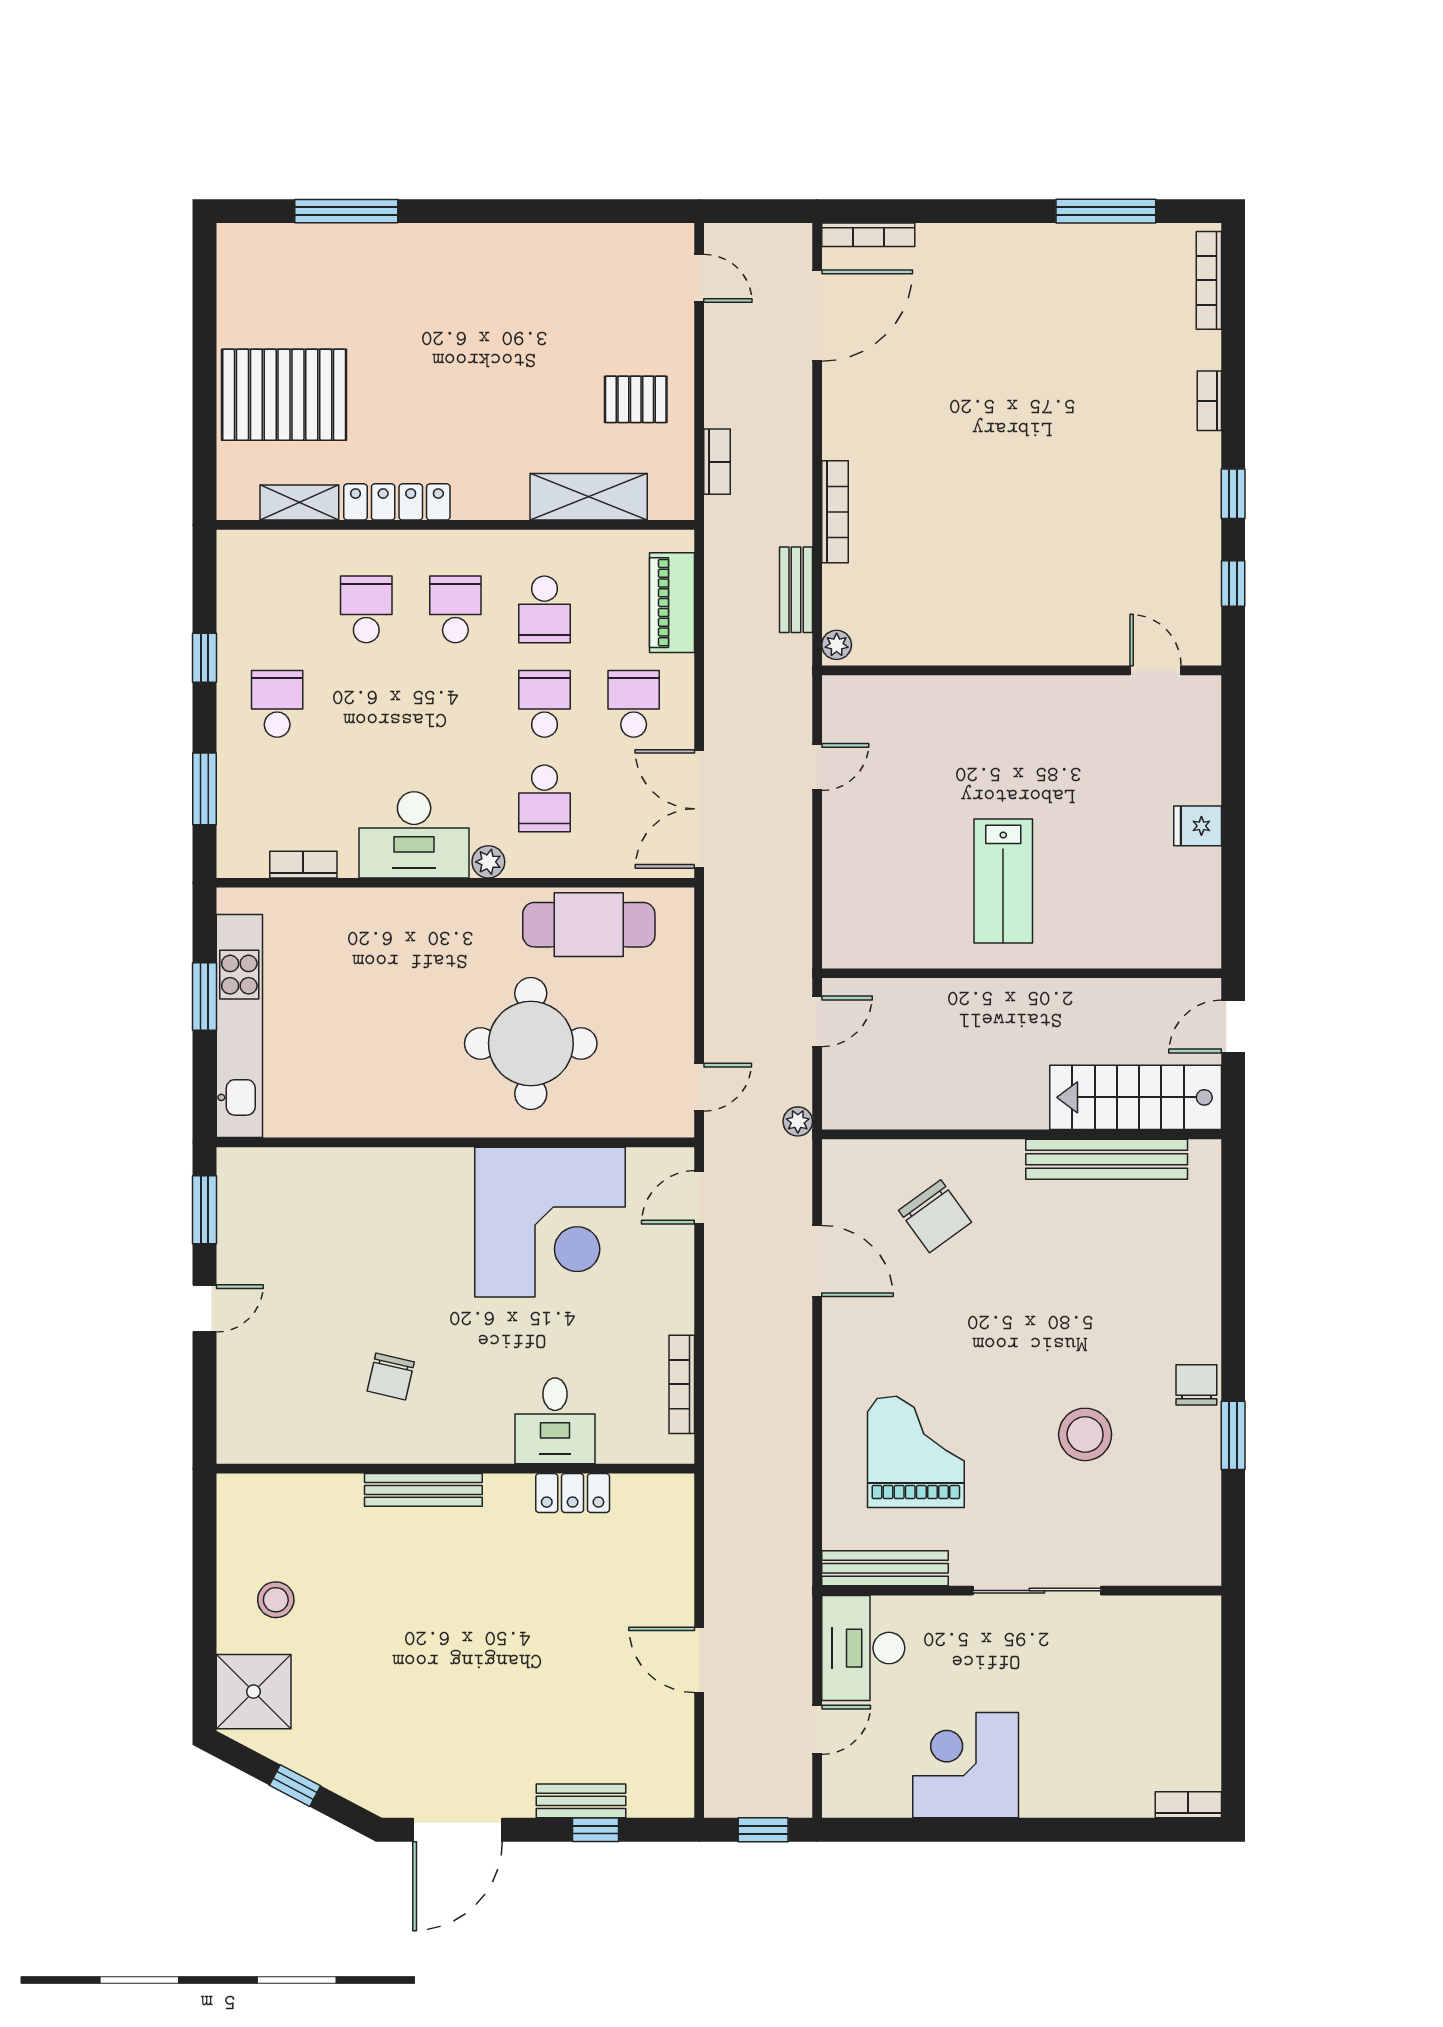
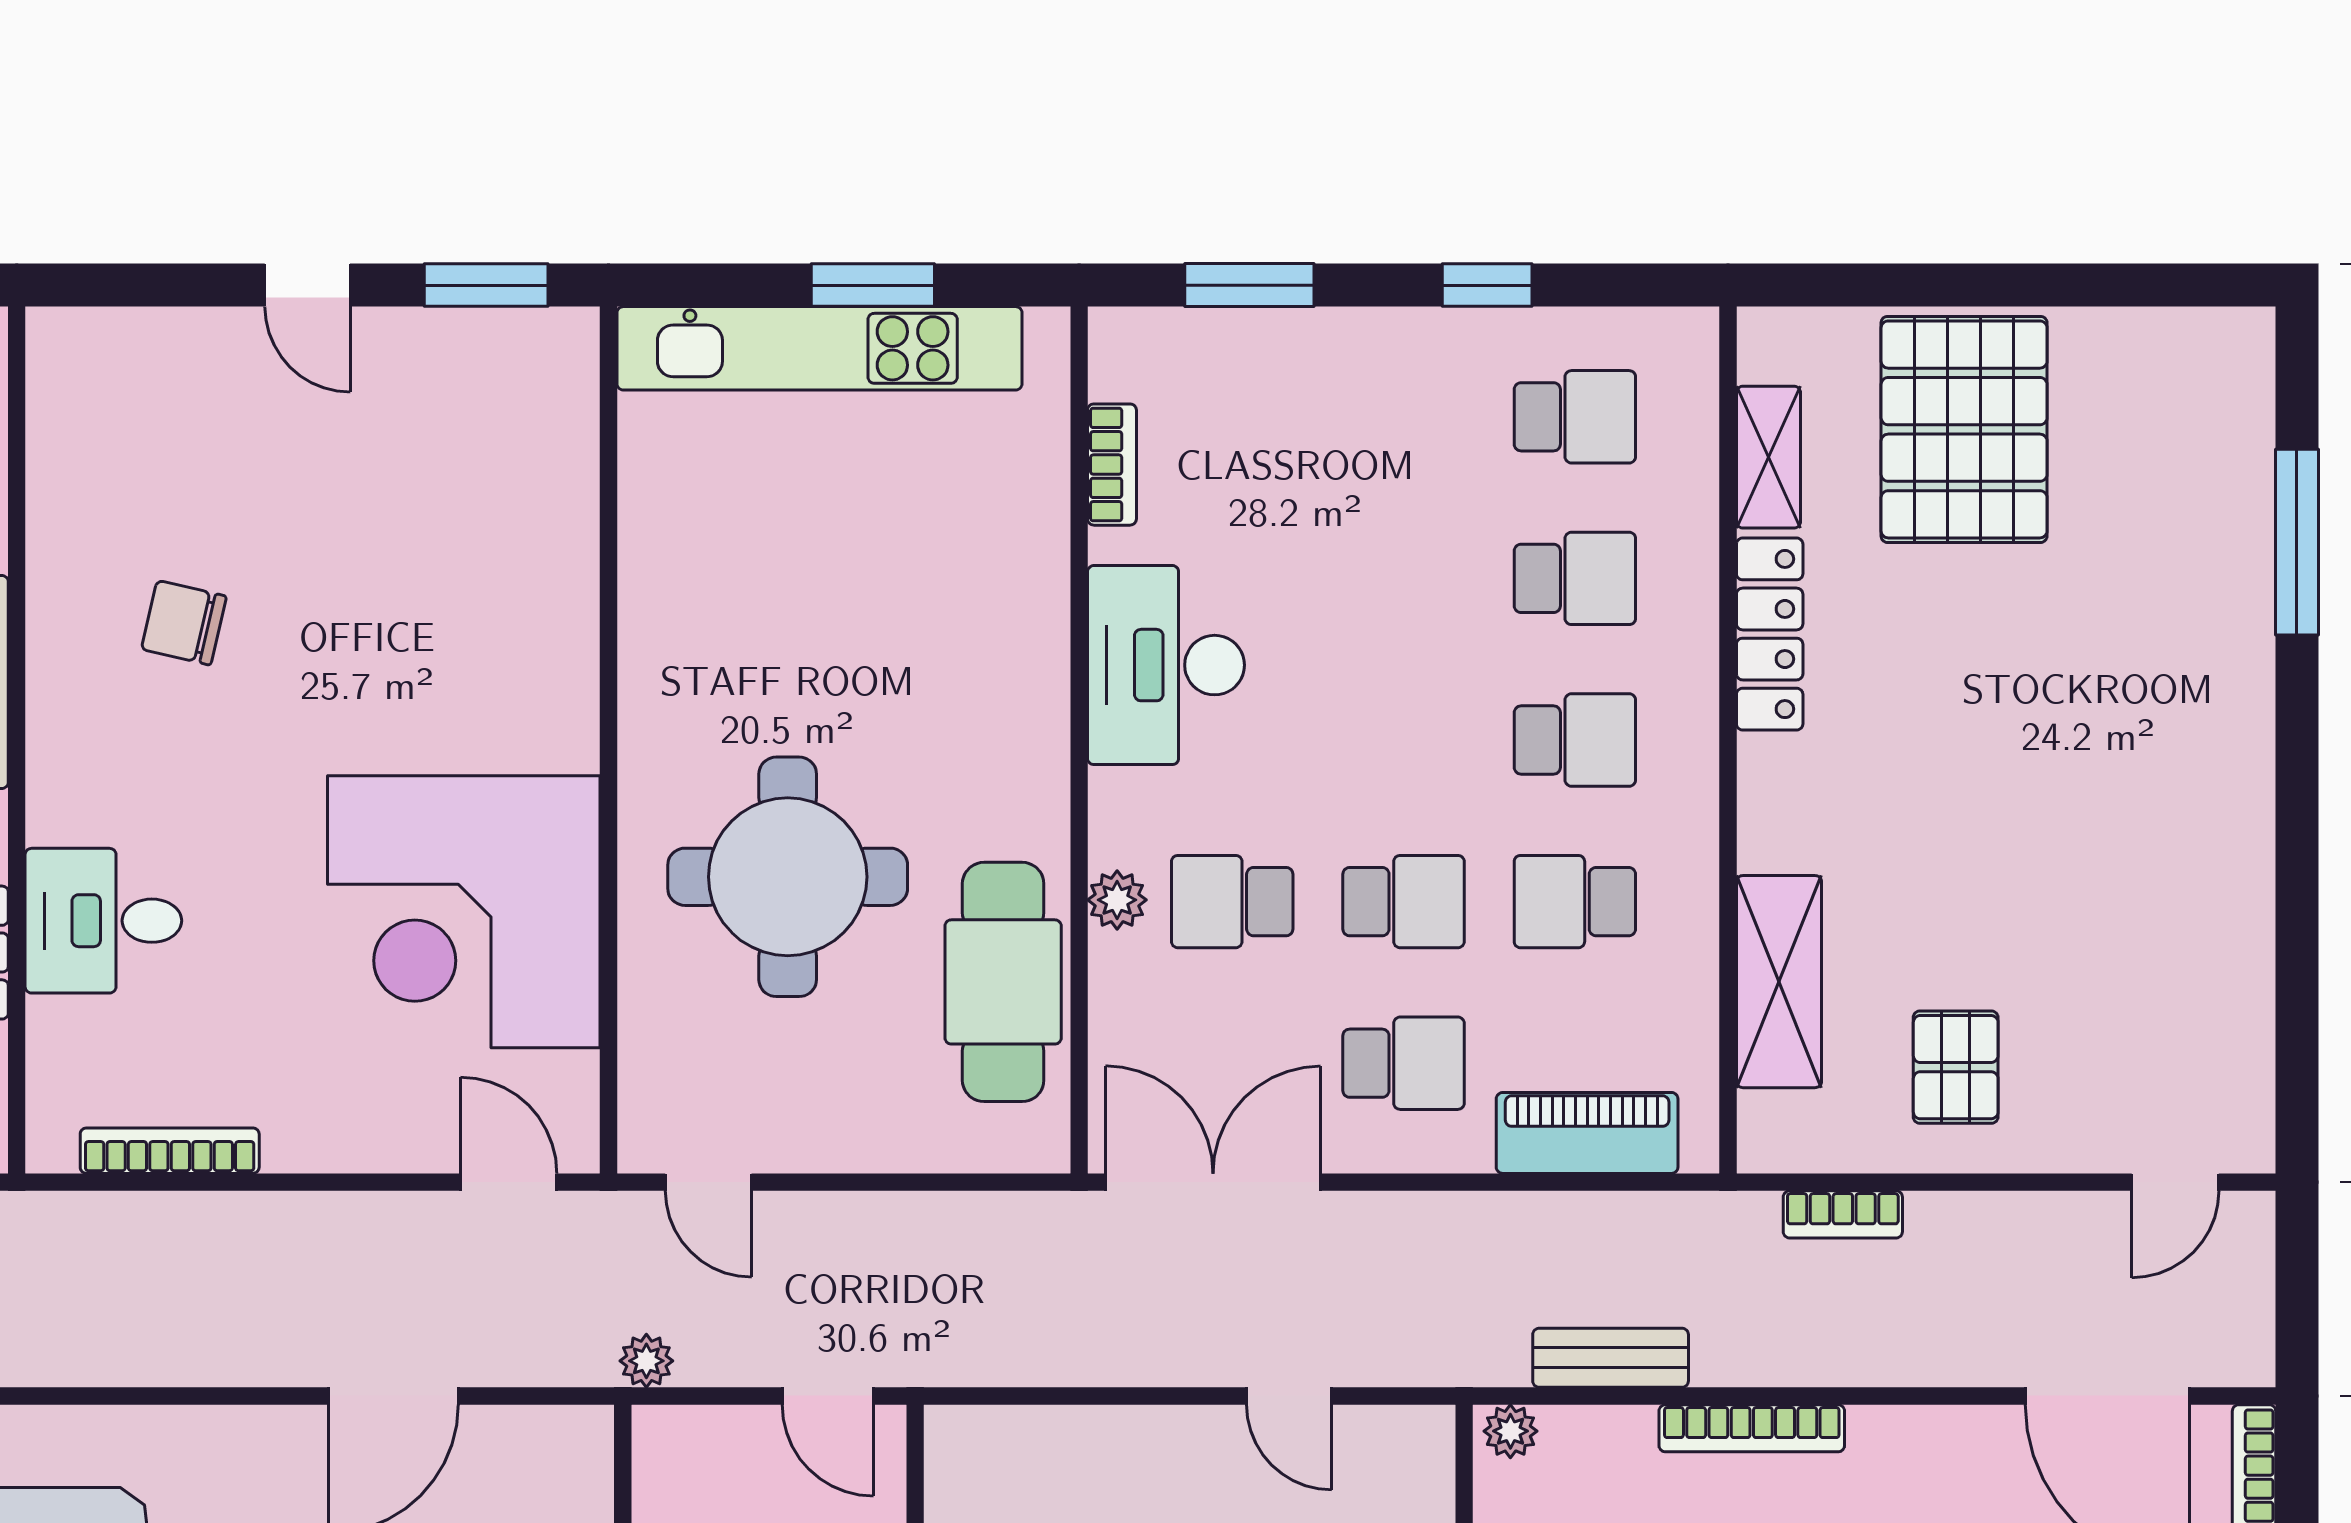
school desk: (277, 704) -> (1575, 417), moved
plant: (488, 862) -> (1117, 900), moved

